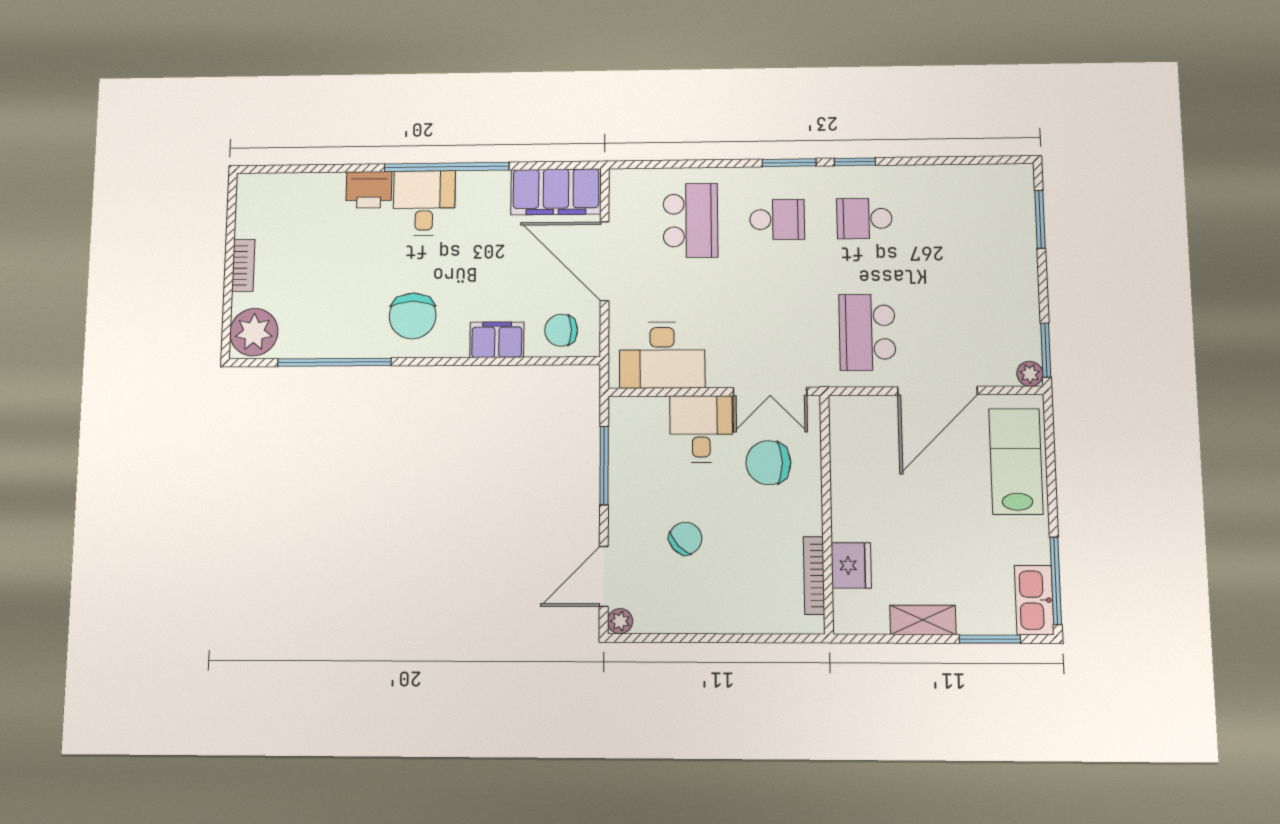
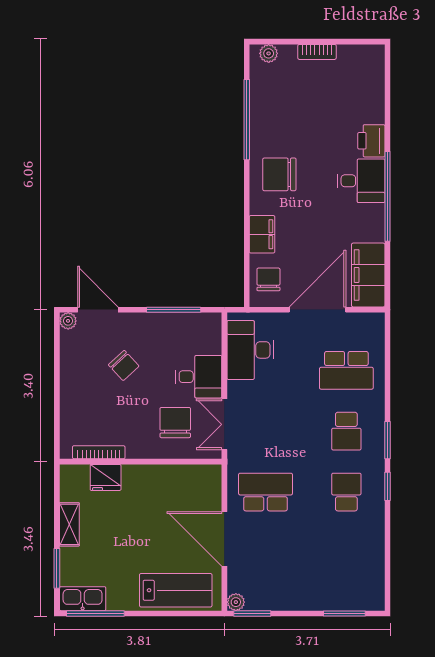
plant: (254, 332) -> (269, 53), width x0.53, depth x0.53

